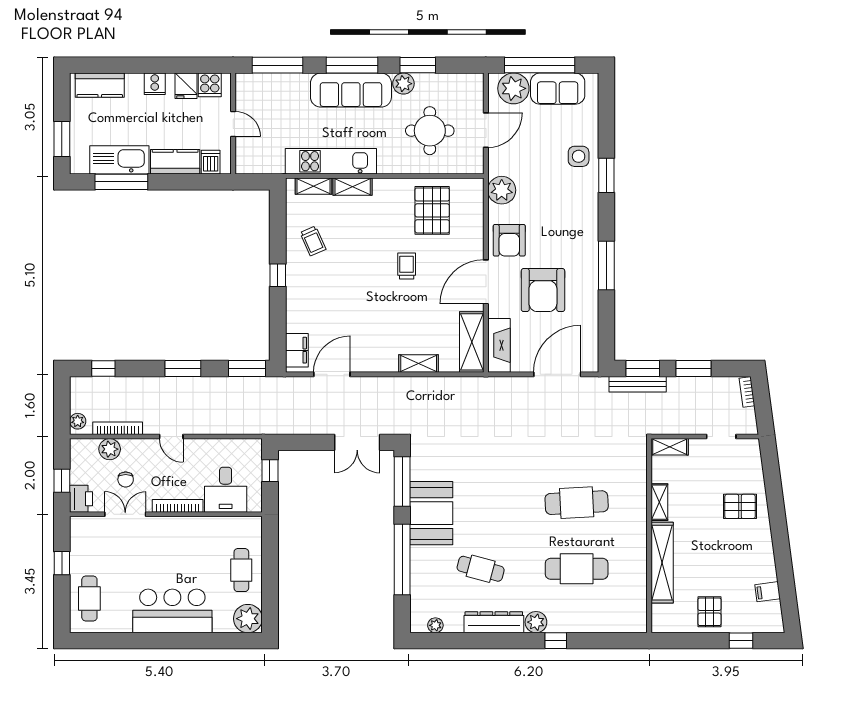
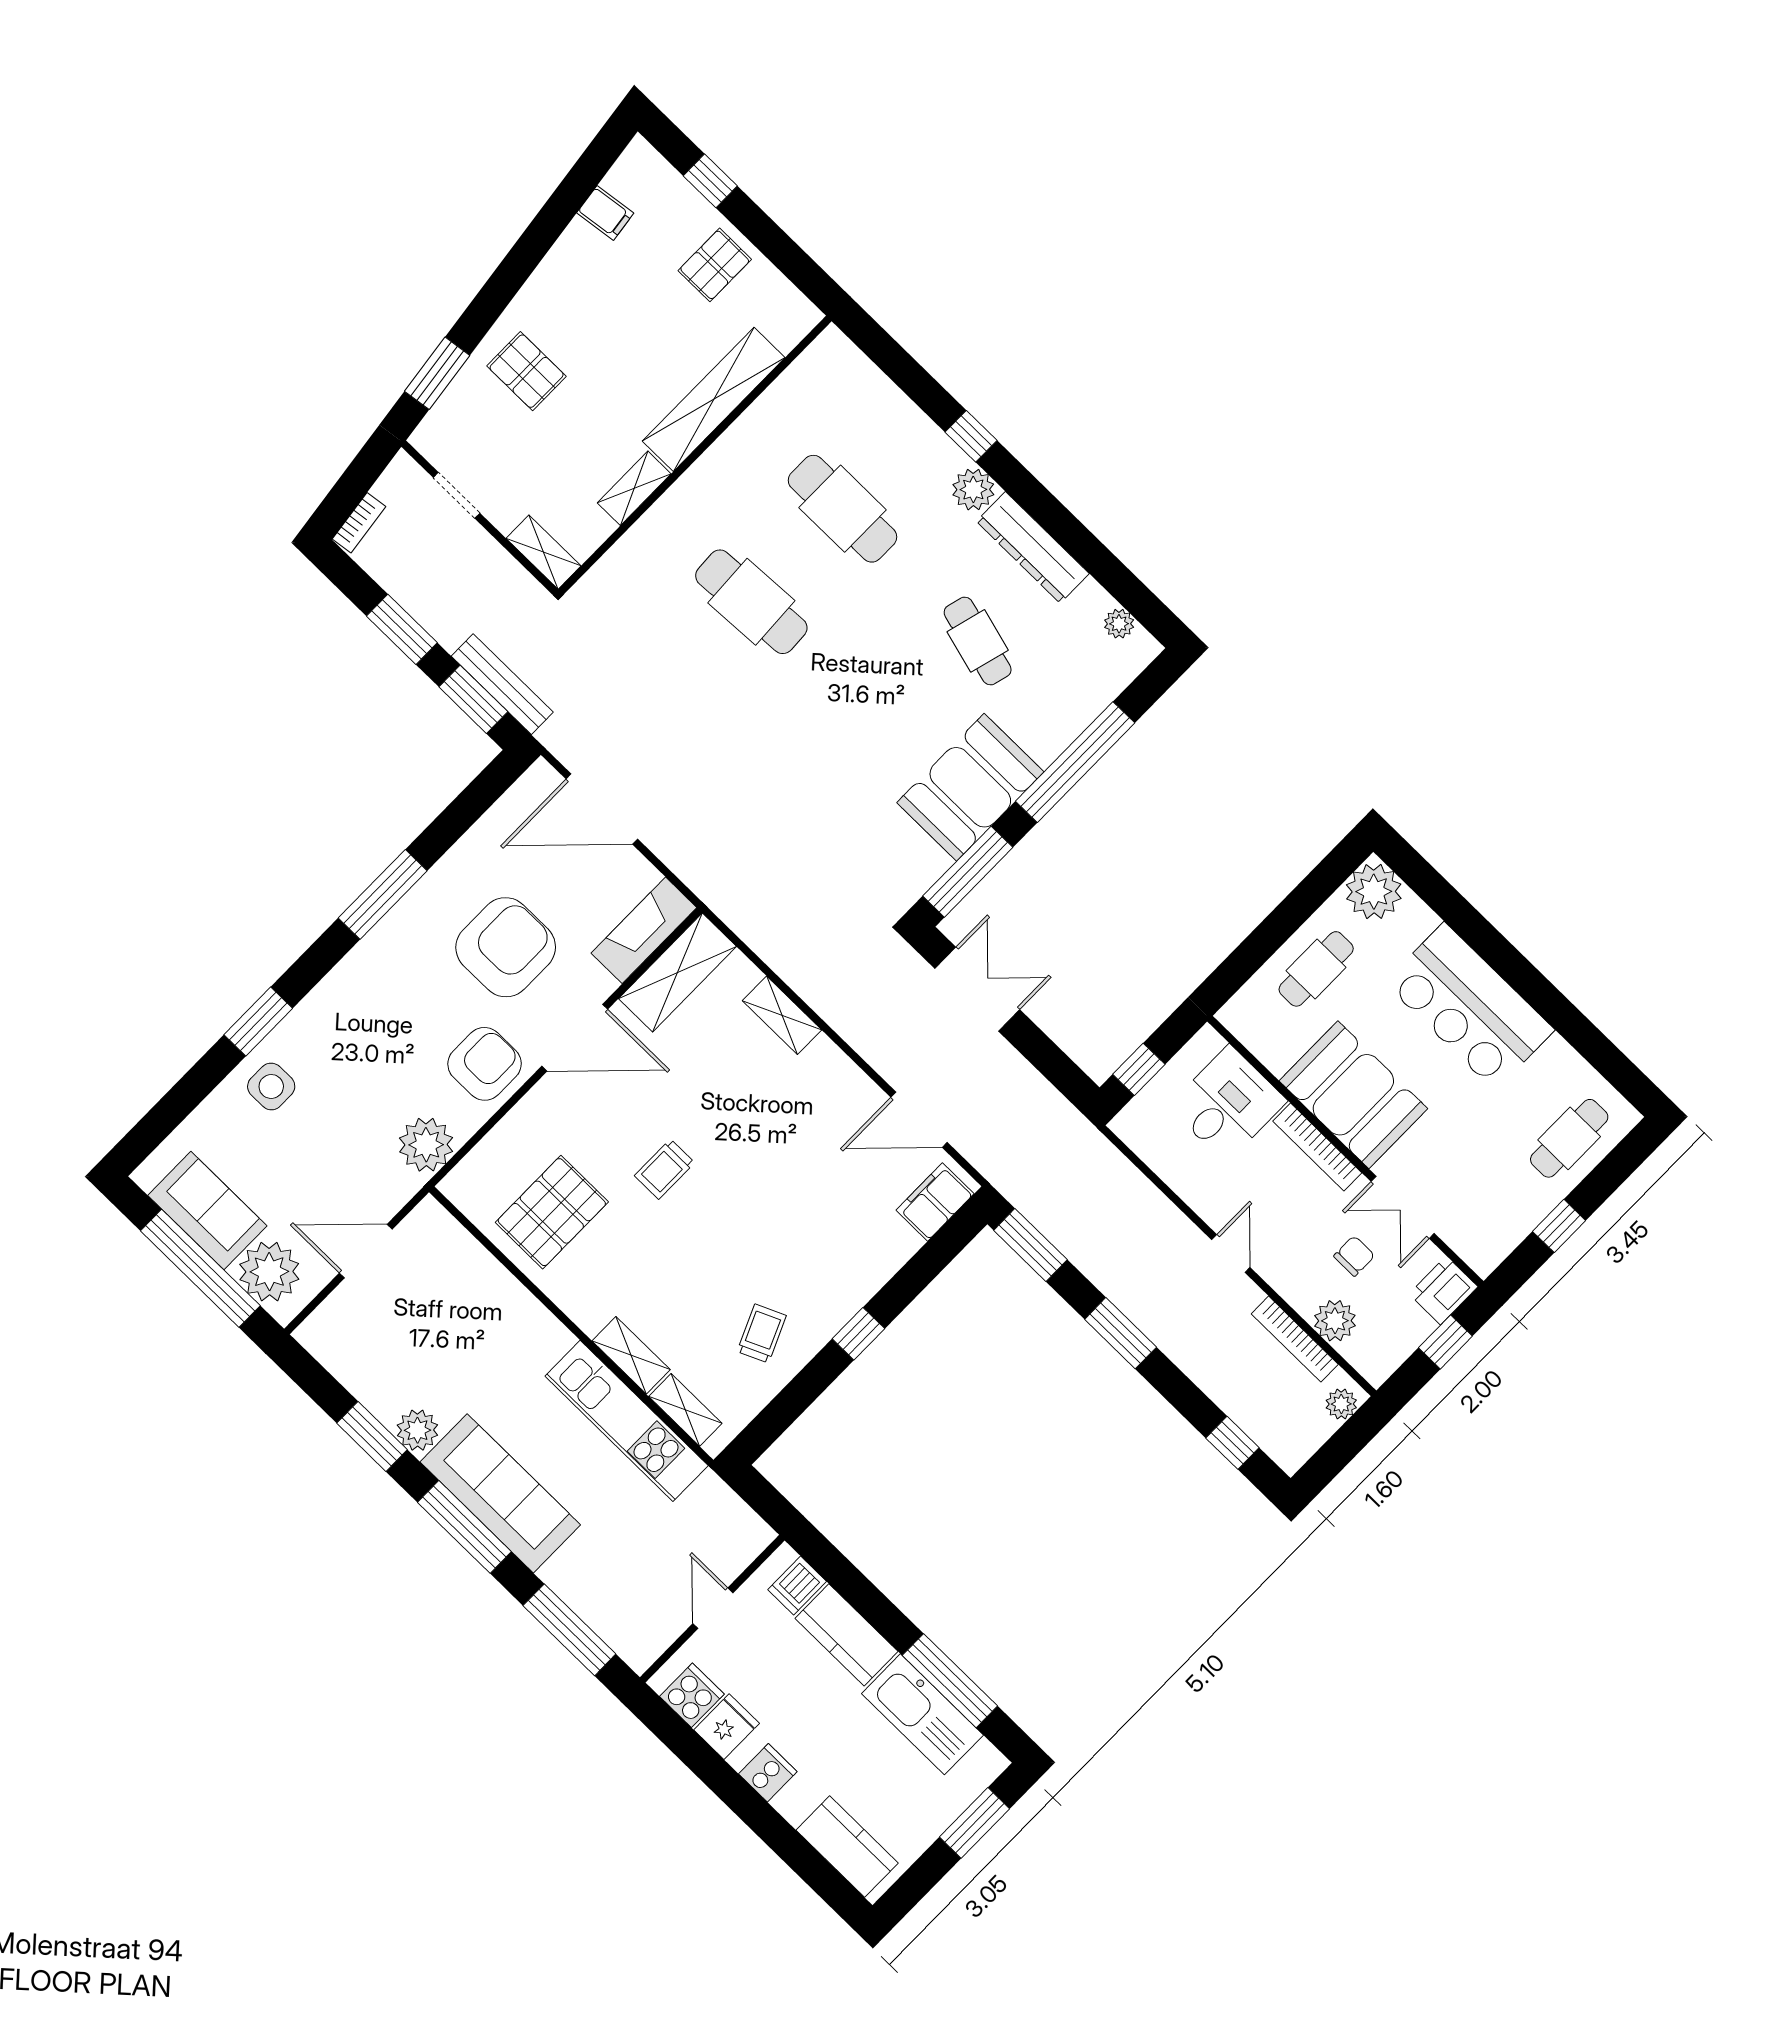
round table: (430, 131) -> (445, 1328), removed
window: (772, 474) -> (437, 373), added
booth: (183, 538) -> (1353, 1095), added

